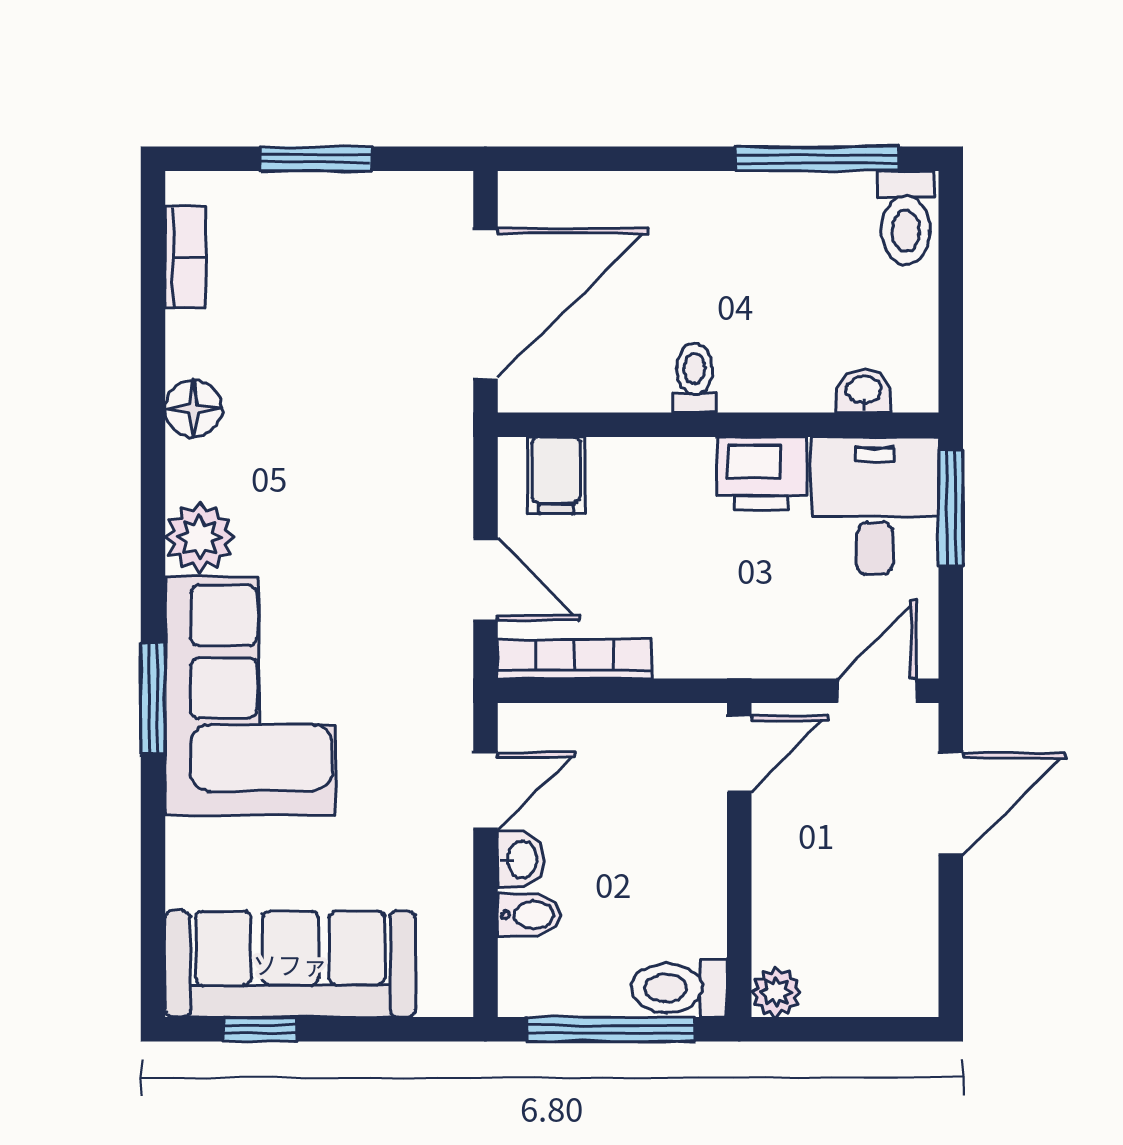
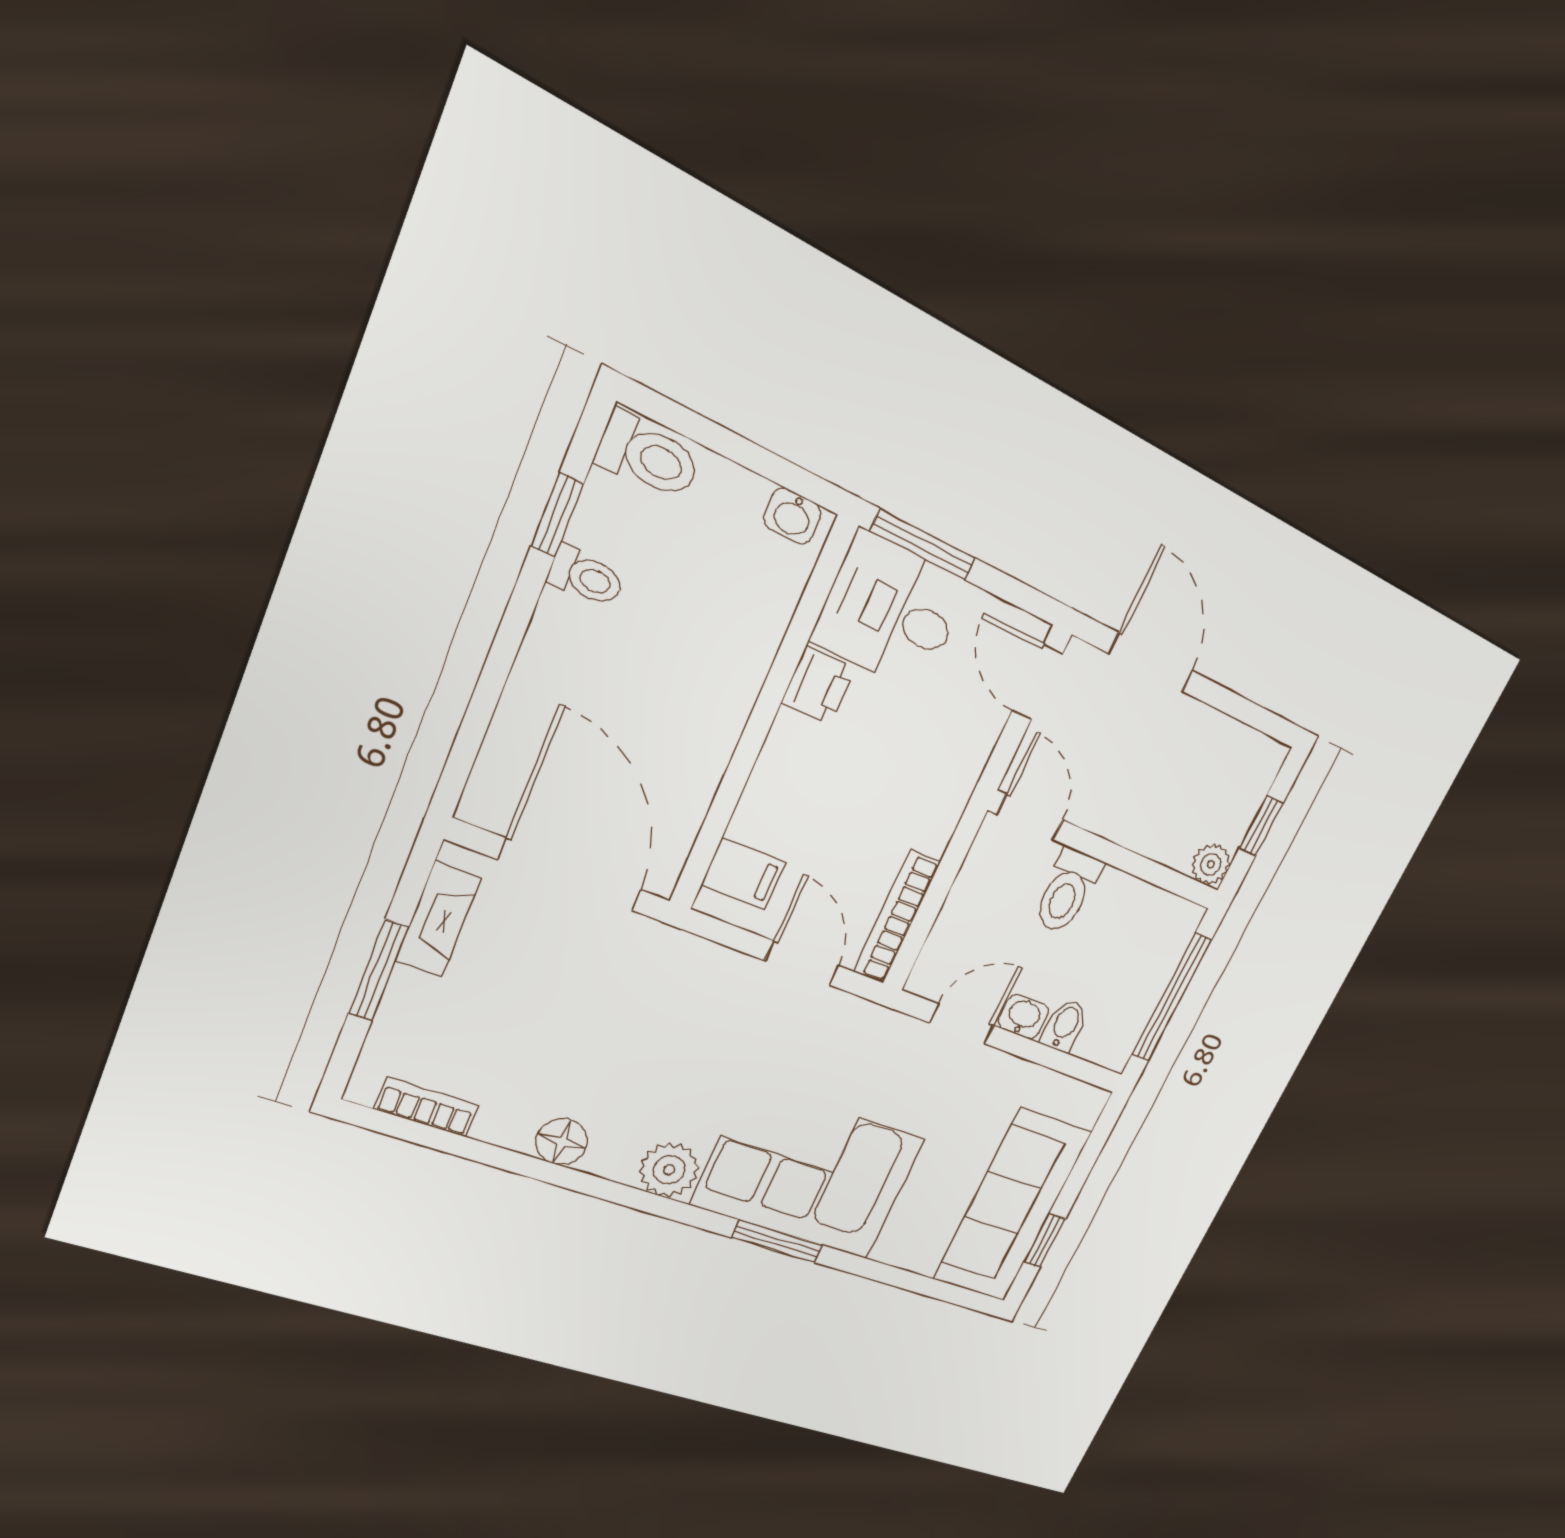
window: (818, 159) -> (557, 515), width x0.46
fireplace: (390, 196) -> (438, 920), added
toilet: (694, 378) -> (586, 577), moved, turned 180
washbasin: (864, 391) -> (793, 516), moved, turned -90
printer: (762, 474) -> (818, 686), width x0.73, depth x0.81
door: (485, 579) -> (802, 963), hinge flipped
door: (485, 791) -> (962, 1024), hinge flipped
toilet: (679, 988) -> (1067, 891), moved
window: (842, 1029) -> (1261, 826), added

